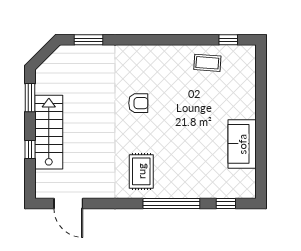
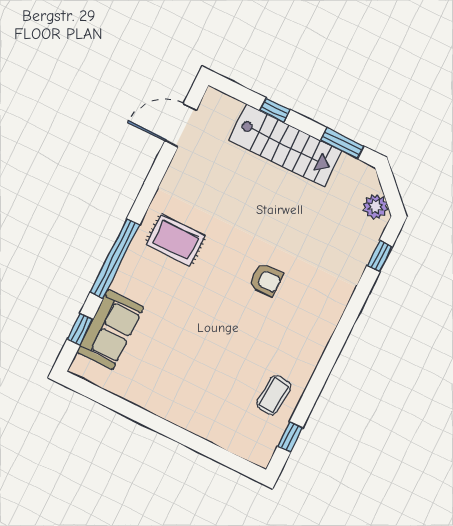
window: (88, 40) -> (380, 256), width x0.67
plant: (59, 57) -> (375, 207), added
armchair: (138, 103) -> (266, 280), turned -90
sofa: (242, 144) -> (110, 329), moved, turned 90

